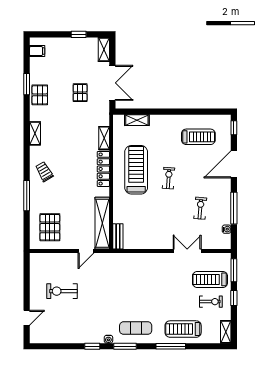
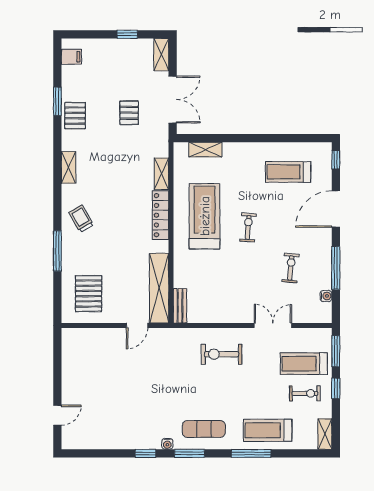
treadmill: (198, 137) -> (288, 172), turned 180
exercise bike: (62, 291) -> (222, 354), moved

